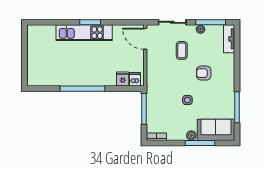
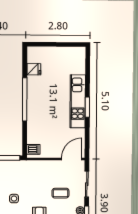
fridge: (123, 79) -> (34, 69), moved

